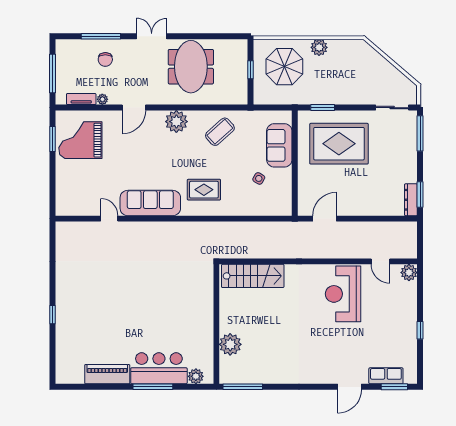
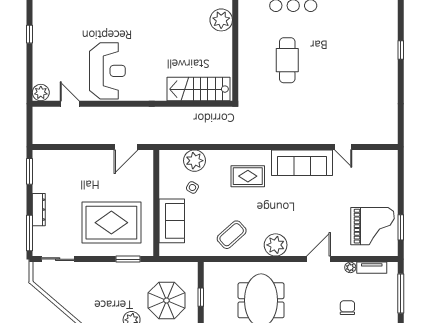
dresser: (411, 200) -> (39, 210), moved
plant: (257, 205) -> (195, 161), added
cafe table: (165, 304) -> (287, 60), added

